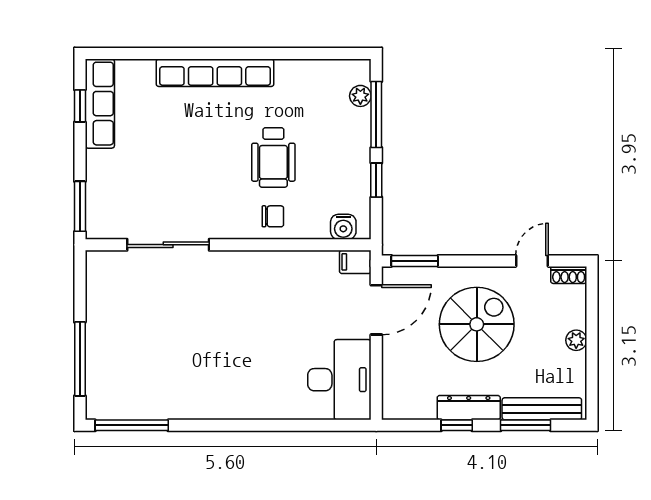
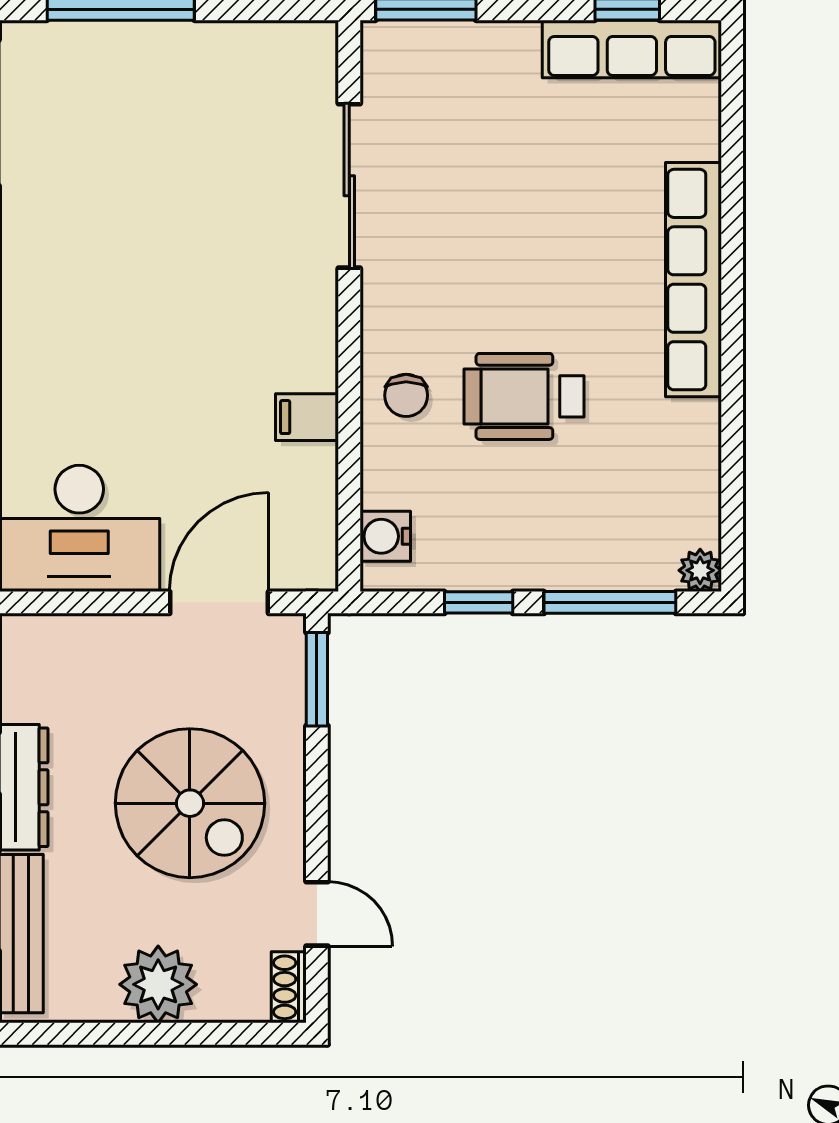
plant: (360, 96) -> (700, 570), moved
filing cabinet: (355, 262) -> (307, 417), moved, turned -90
door: (376, 310) -> (219, 602), swing flipped
plant: (576, 340) -> (158, 984), width x1.88, depth x1.88

